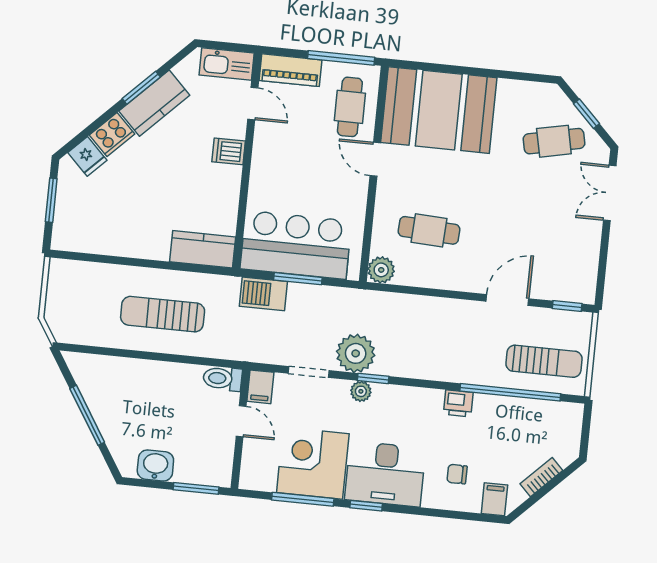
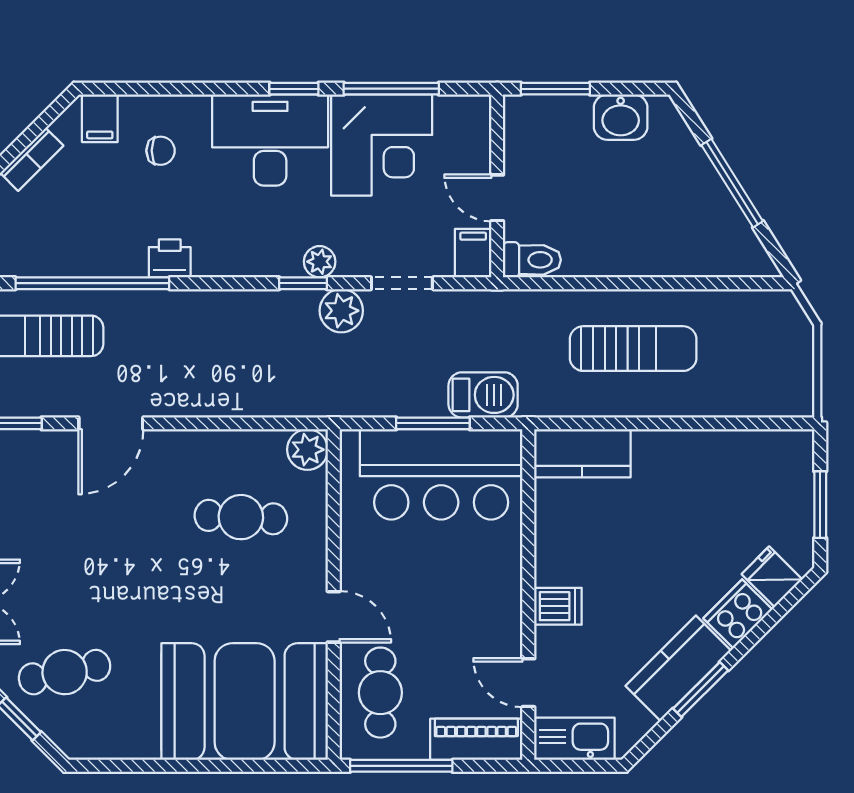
plant: (356, 353) -> (341, 311), width x0.73, depth x0.73

